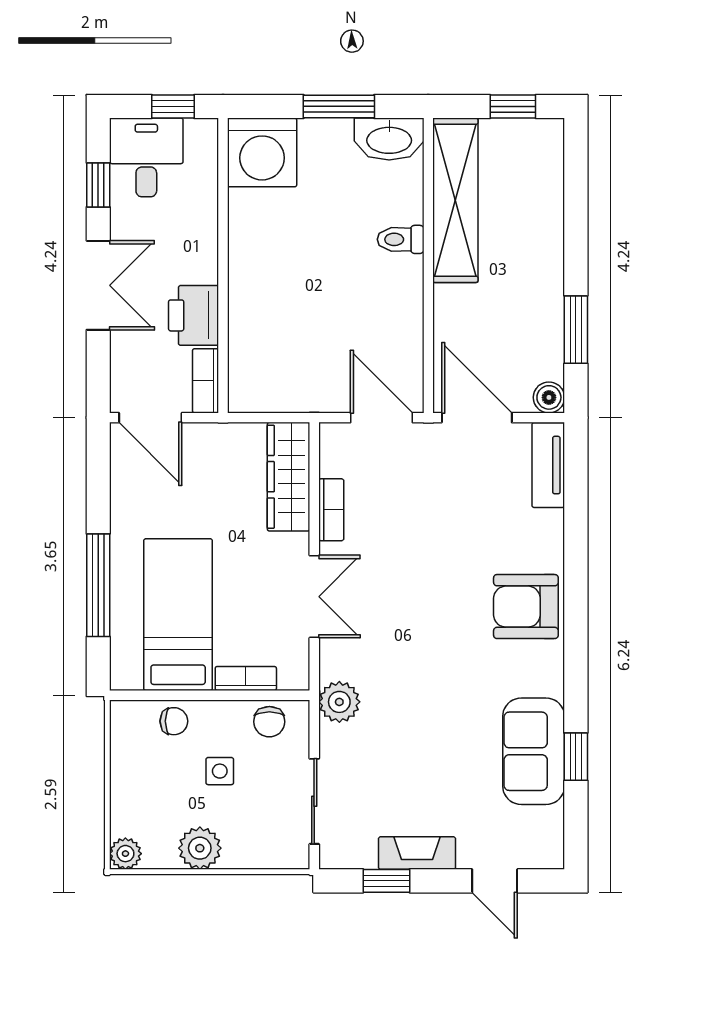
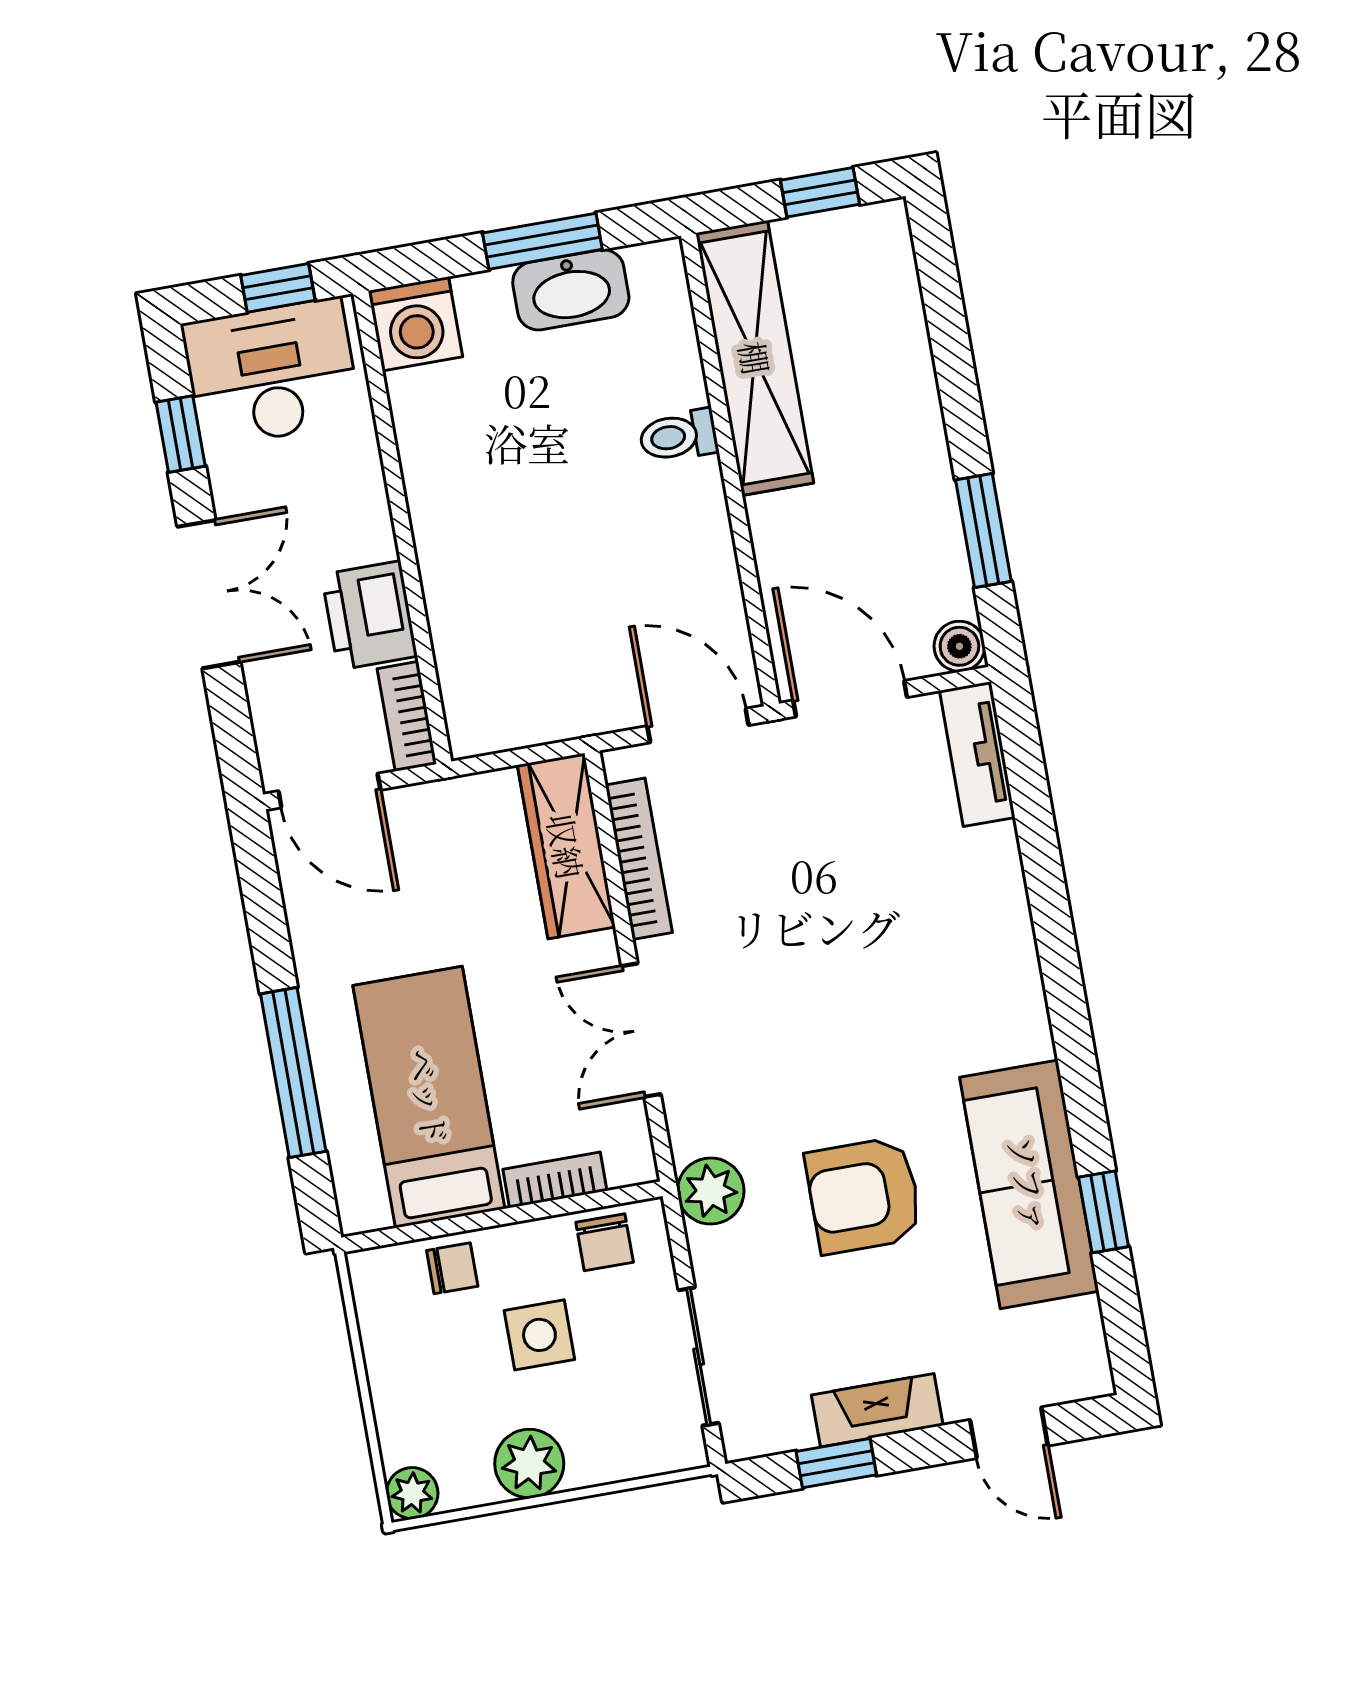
washbasin: (389, 139) -> (571, 290), moved
washing machine: (262, 152) -> (415, 324), width x0.73, depth x0.73
desk: (146, 157) -> (271, 373), width x1.37
bookcase: (331, 510) -> (639, 859), width x1.56
double door: (314, 597) -> (641, 1030), swing flipped
armchair: (526, 607) -> (864, 1195), moved
sofa: (534, 751) -> (1029, 1184), width x1.36
side table: (220, 771) -> (539, 1335), width x1.37, depth x1.37

